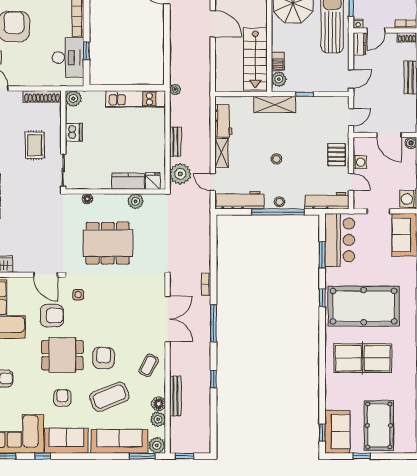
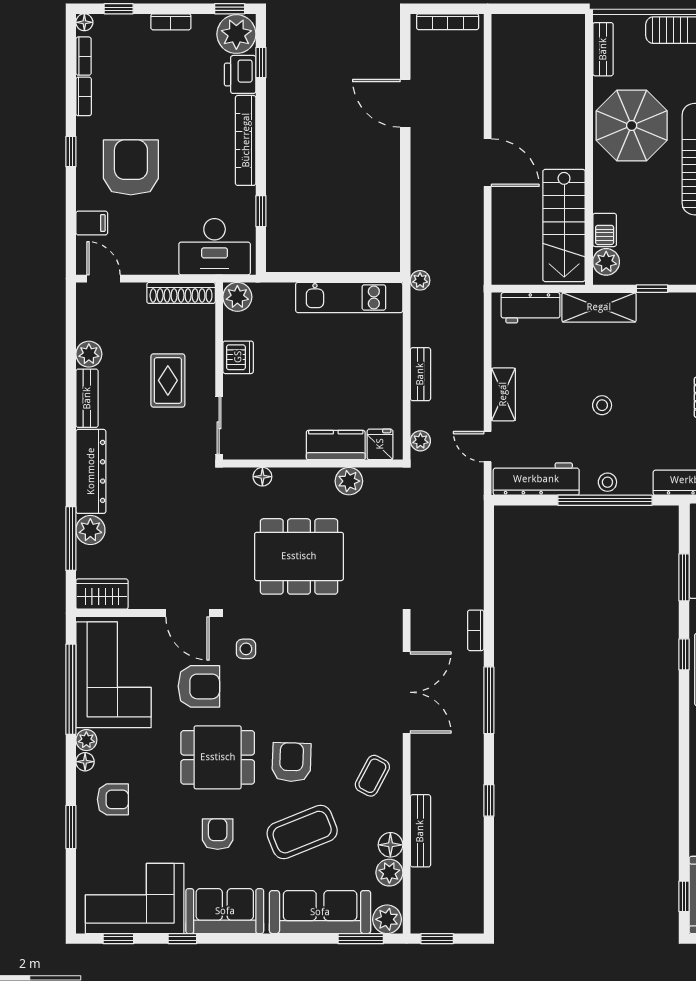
desk: (68, 58) -> (215, 247), moved, turned 90
workbench: (223, 121) -> (531, 308), moved, turned 90
plant: (180, 174) -> (420, 441), width x0.53, depth x0.53

